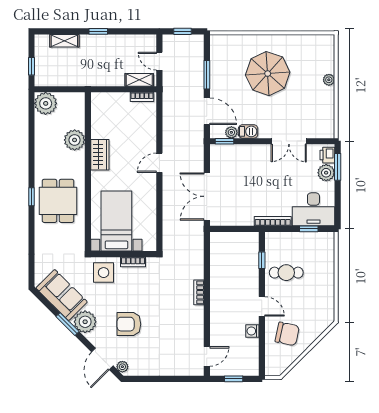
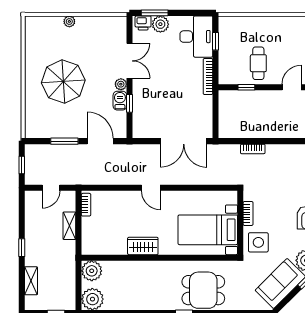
shelving: (139, 80) -> (69, 226), moved
door: (207, 111) -> (100, 141), hinge flipped
plant: (231, 132) -> (121, 84), moved
plant: (75, 140) -> (92, 271), moved
window: (224, 141) -> (130, 103), moved
dining table: (58, 201) -> (203, 290), moved
bookcase: (199, 292) -> (253, 149), moved

